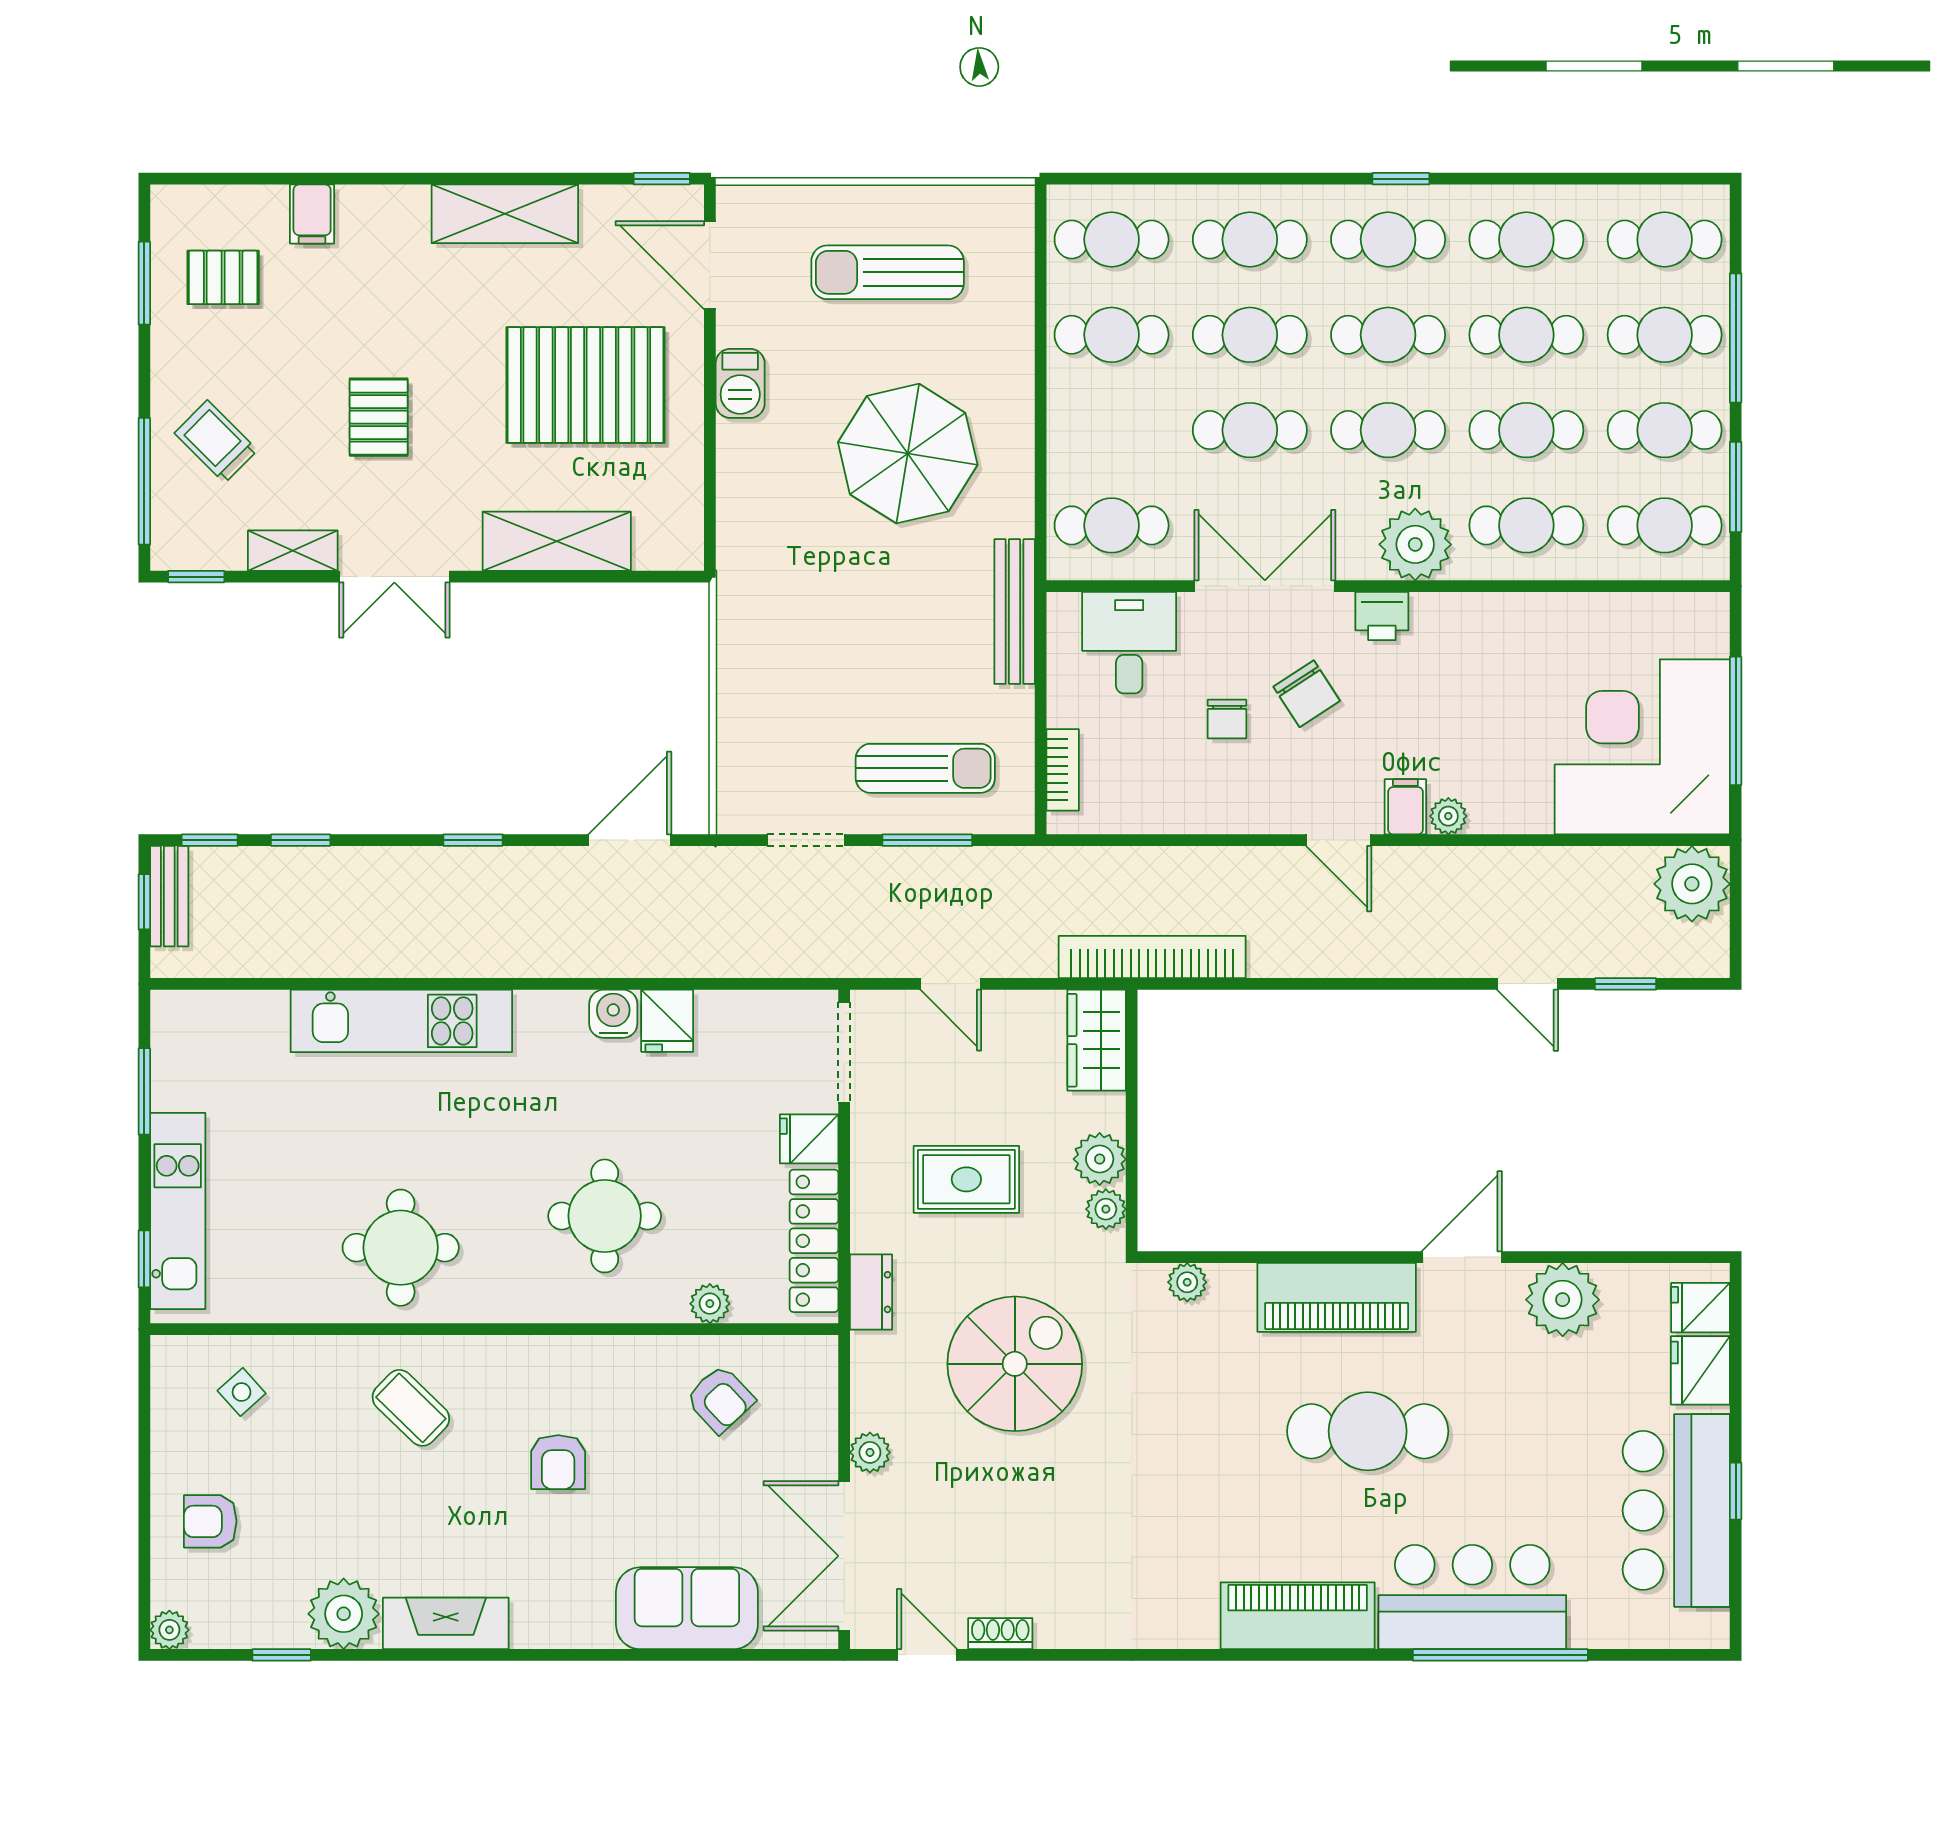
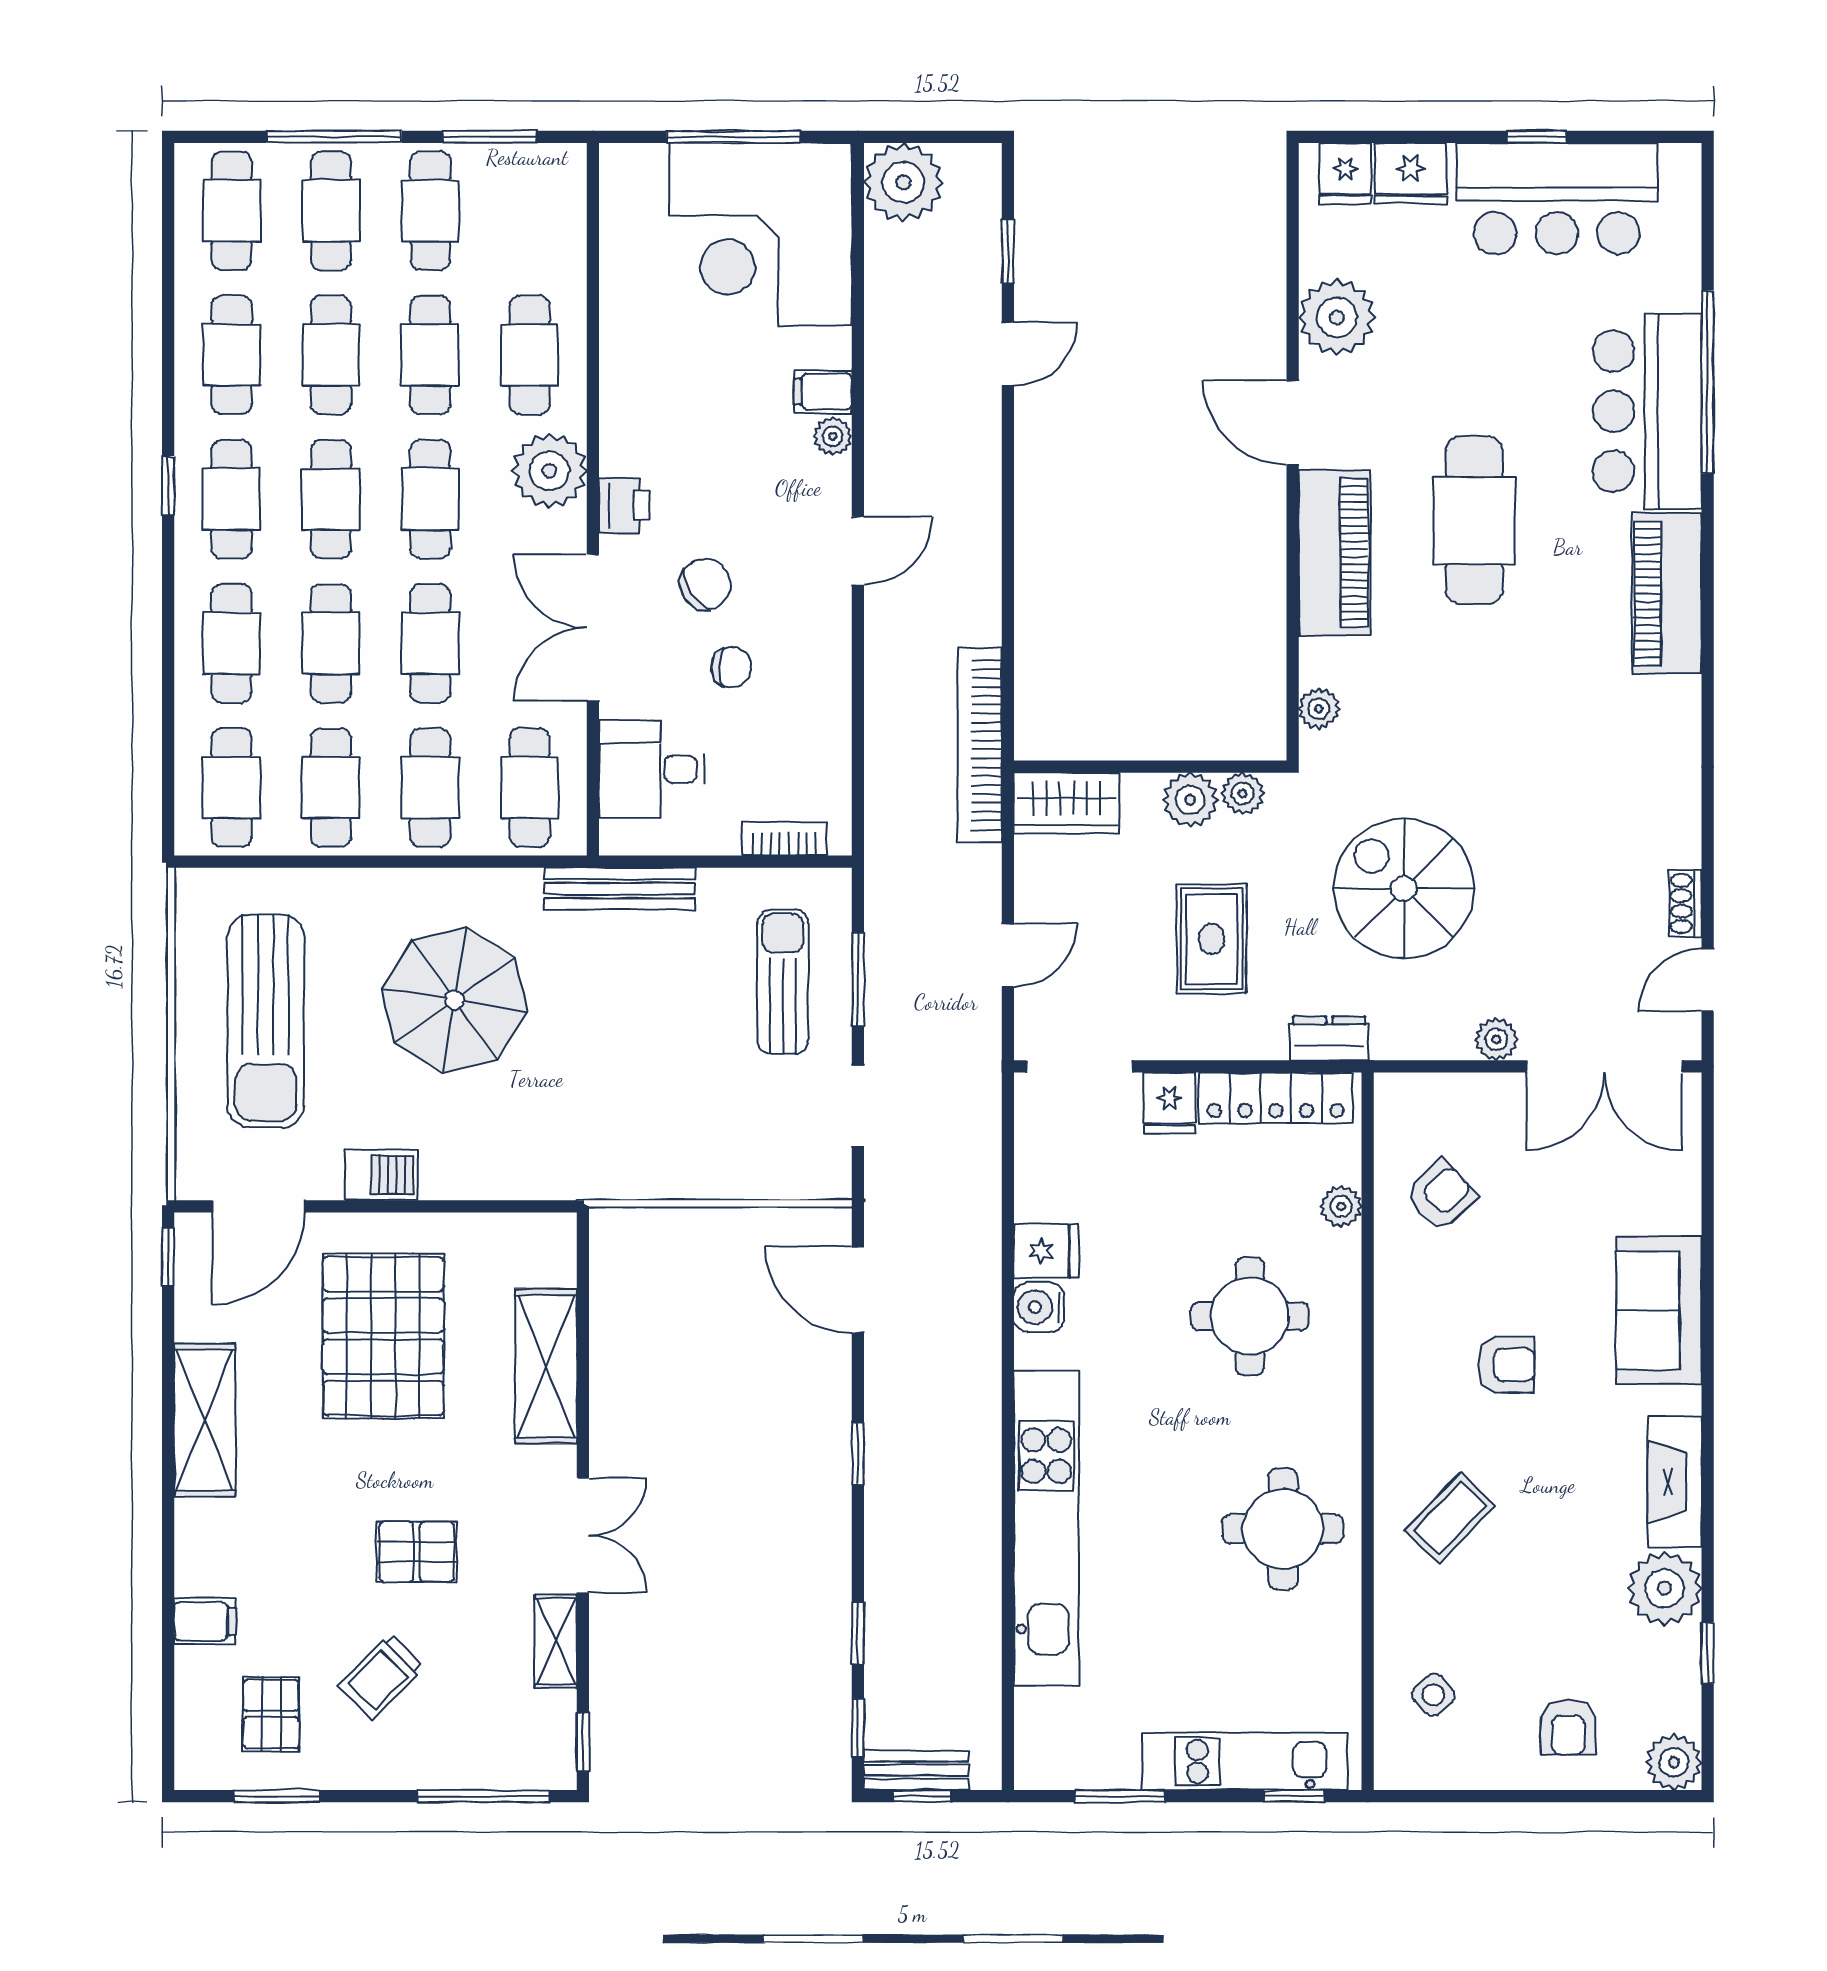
sun lounger: (888, 272) -> (266, 1021), width x1.36, depth x1.34
trolley: (216, 442) -> (381, 1676), moved
cafe table: (1665, 525) -> (430, 787), moved
filing cabinet: (1405, 807) -> (823, 392), moved
kitchen unit: (401, 1021) -> (1046, 1528), width x1.36
sofa: (687, 1608) -> (1659, 1310), moved
plant: (169, 1630) -> (1674, 1762), width x1.38, depth x1.38

